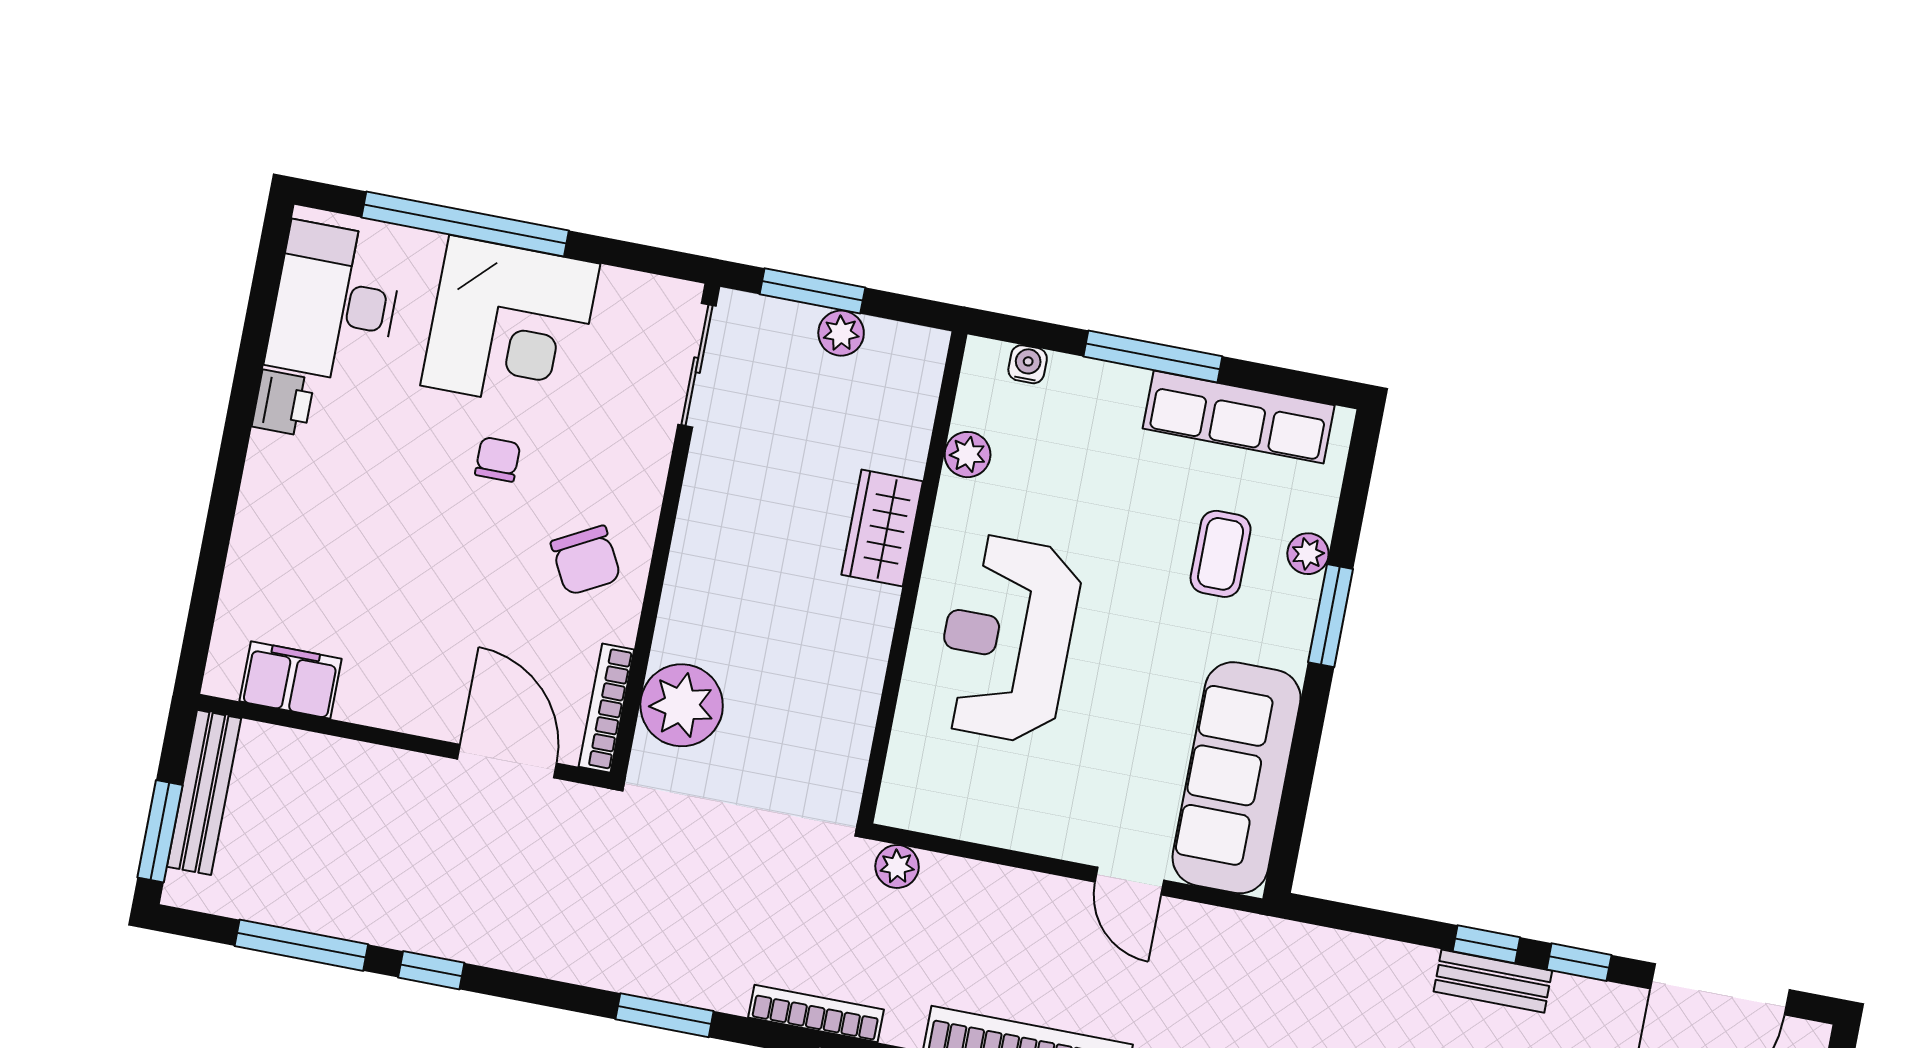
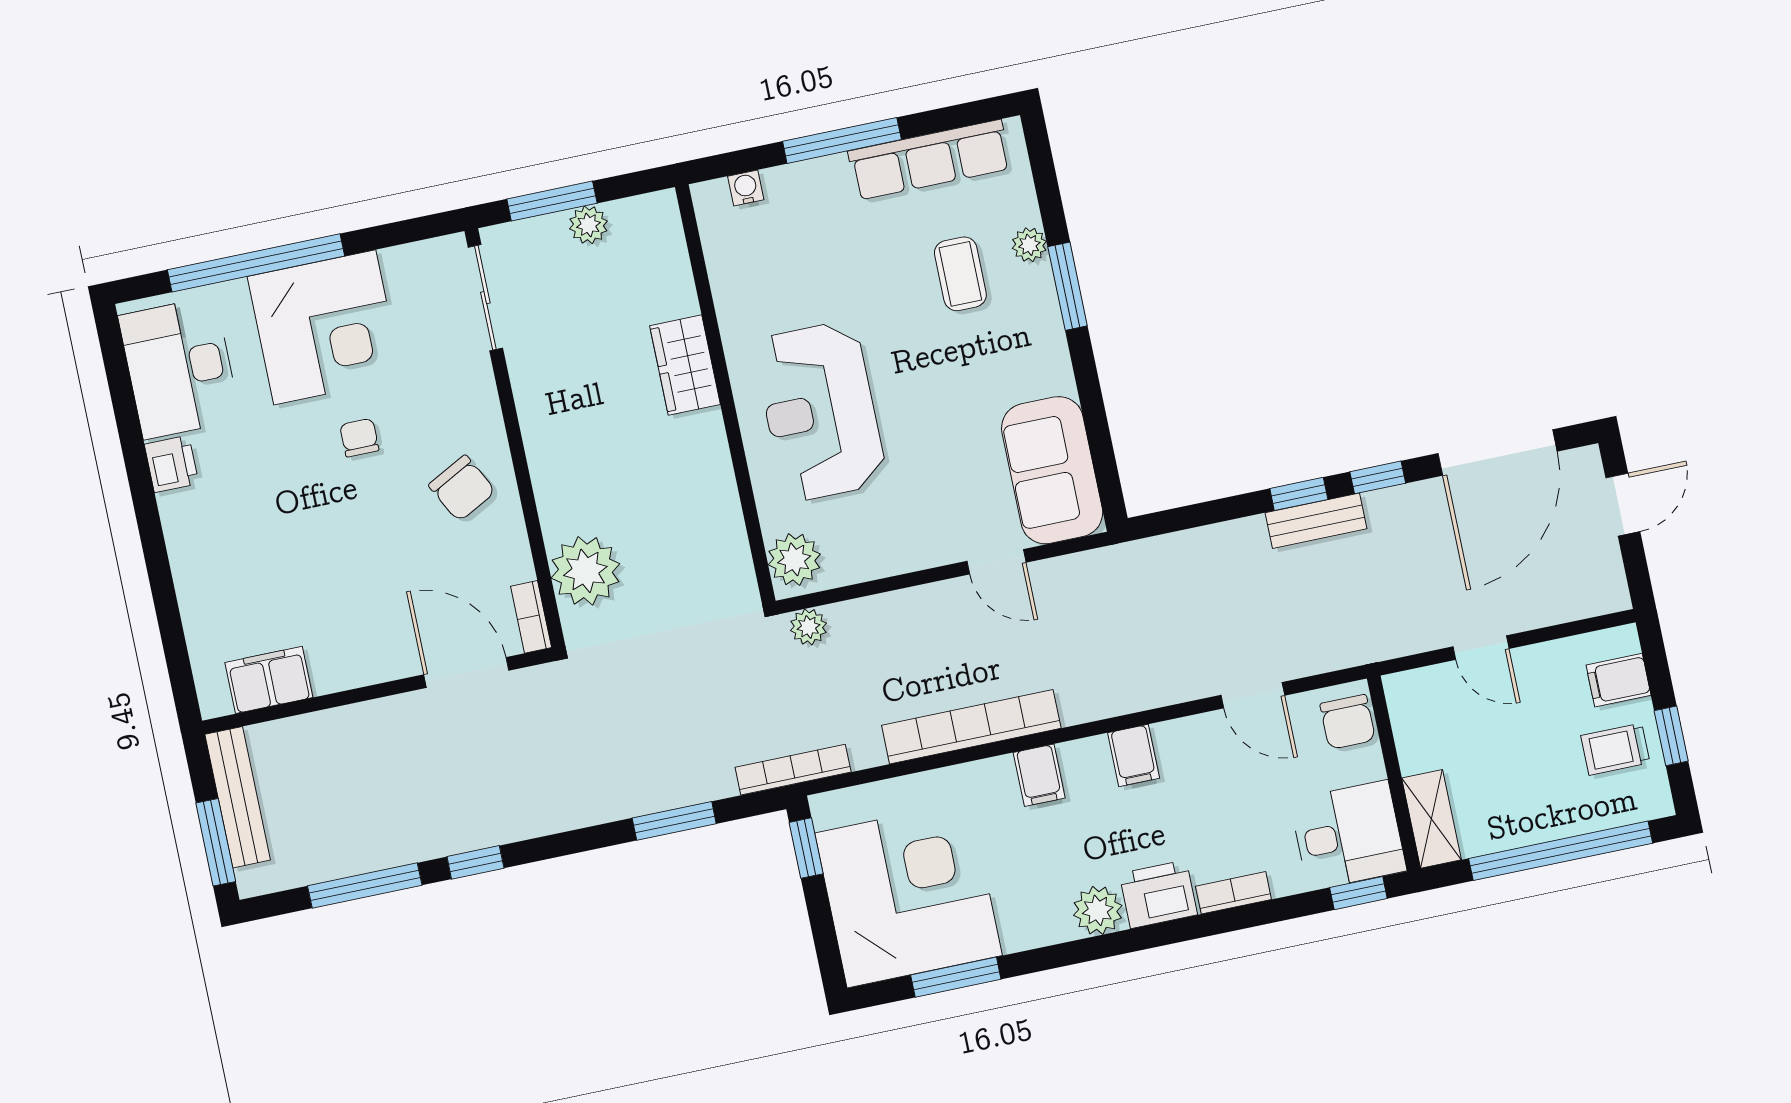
plant: (968, 455) -> (794, 559), moved, width x1.38, depth x1.38
bookcase: (606, 708) -> (531, 617), width x0.64
sofa: (1237, 778) -> (1052, 470), width x0.73

